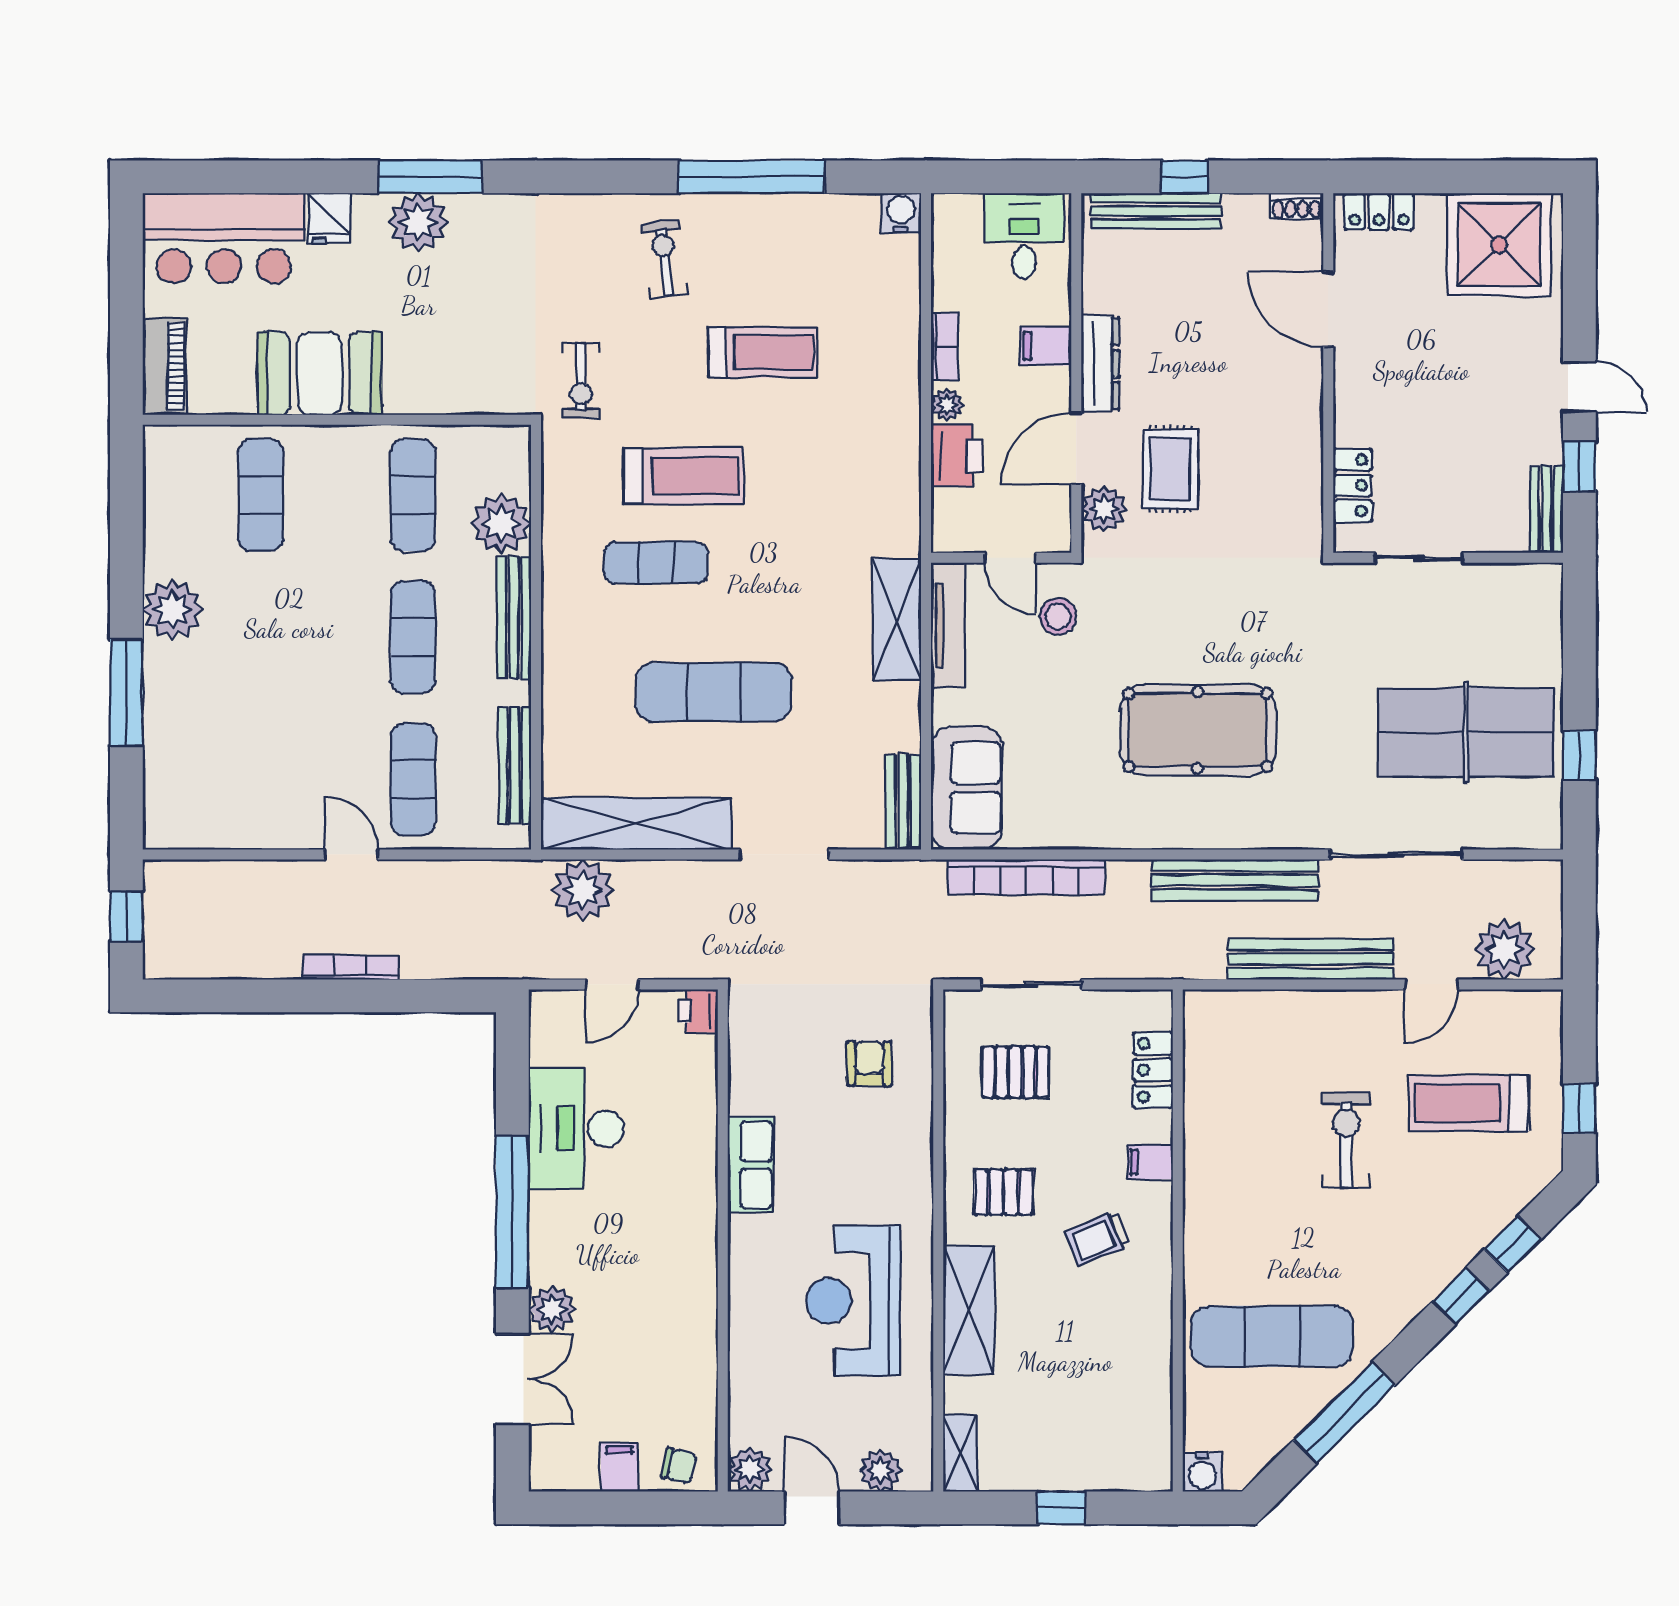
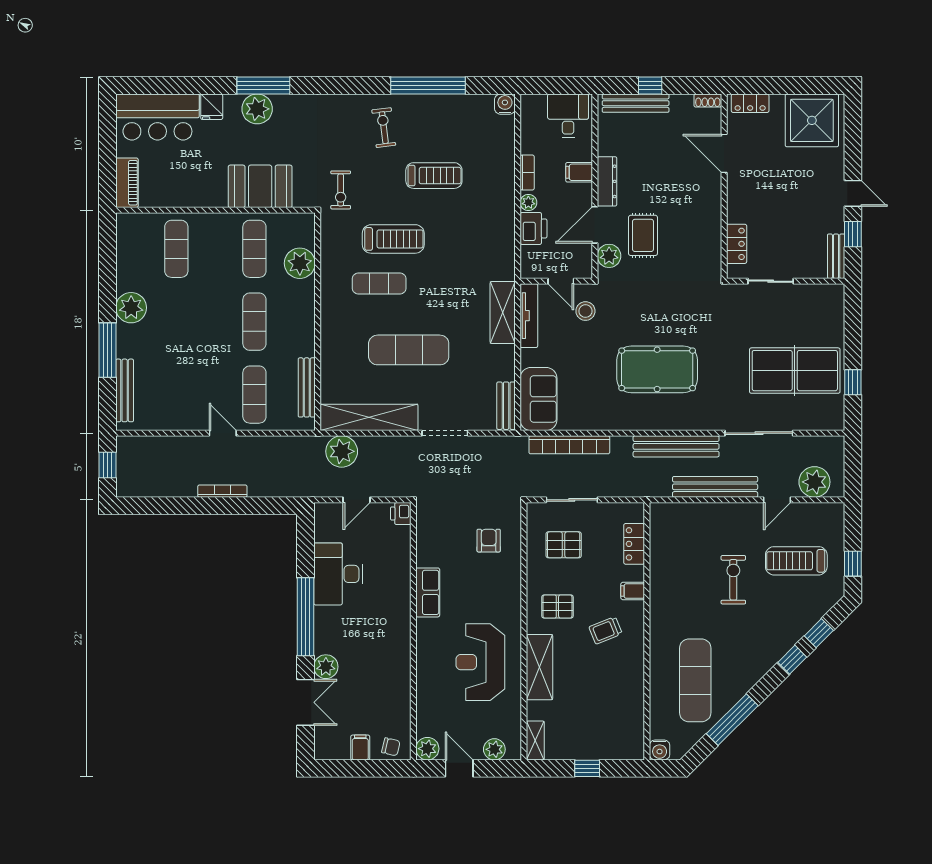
booth: (320, 373) -> (260, 186), moved
bench: (514, 618) -> (125, 390), moved
exercise mat: (1272, 1336) -> (695, 680), turned 90

